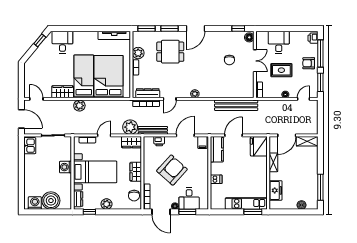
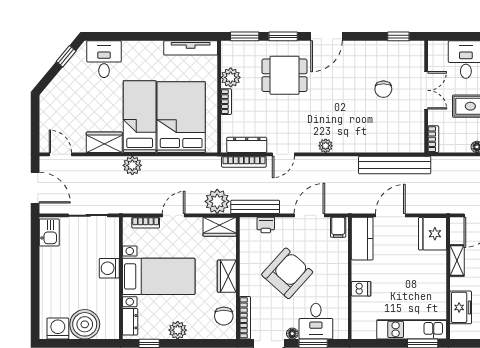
floor lamp: (249, 37) -> (417, 51), removed

